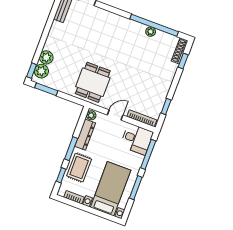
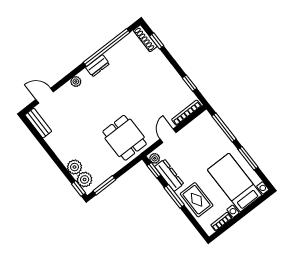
dresser: (136, 27) -> (97, 66), added
plant: (151, 32) -> (76, 81), moved
desk: (137, 139) -> (203, 129), removed
window: (61, 175) -> (154, 170), moved

